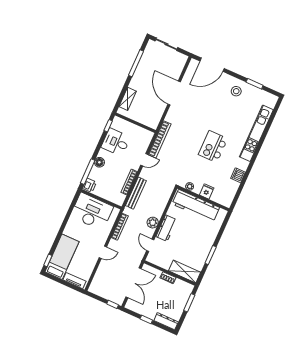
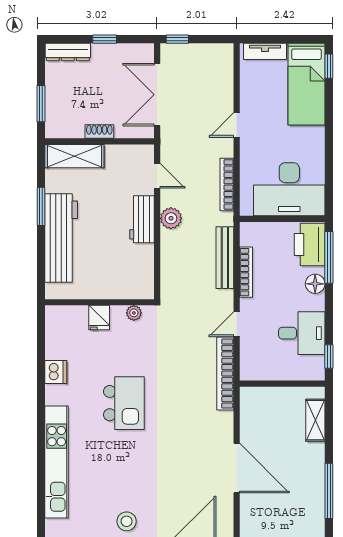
printer: (89, 185) -> (310, 244), width x1.87, depth x1.48
workbench: (196, 206) -> (61, 238), moved, turned 90

